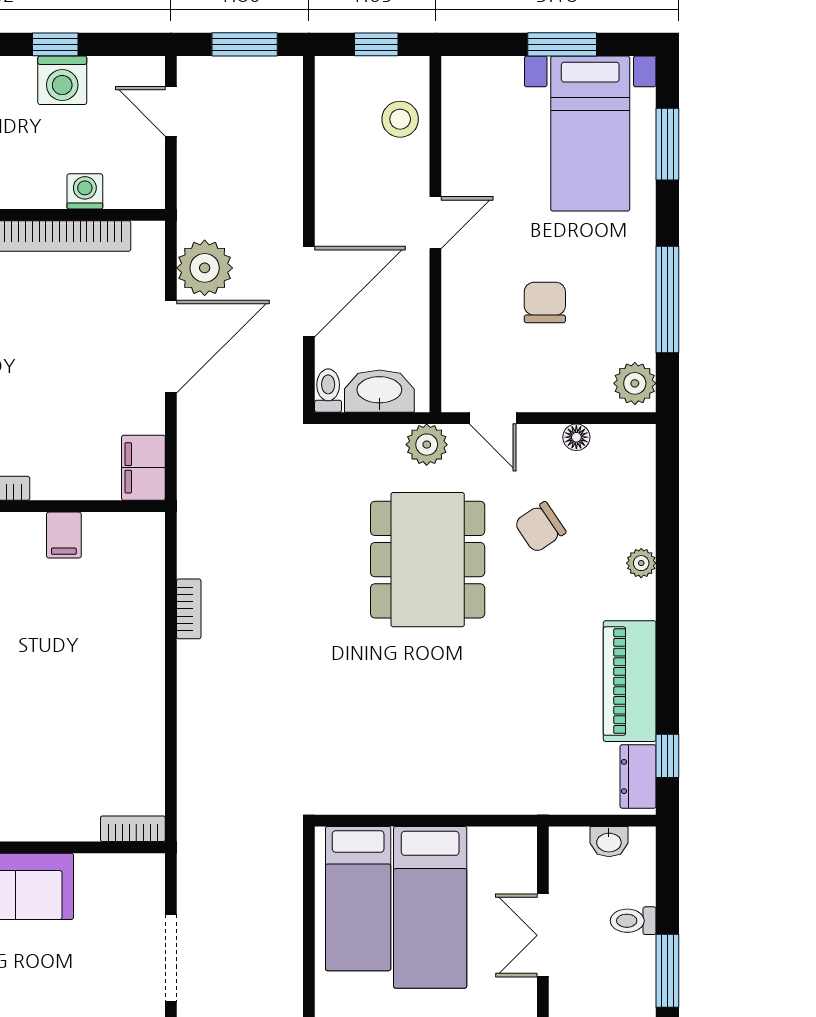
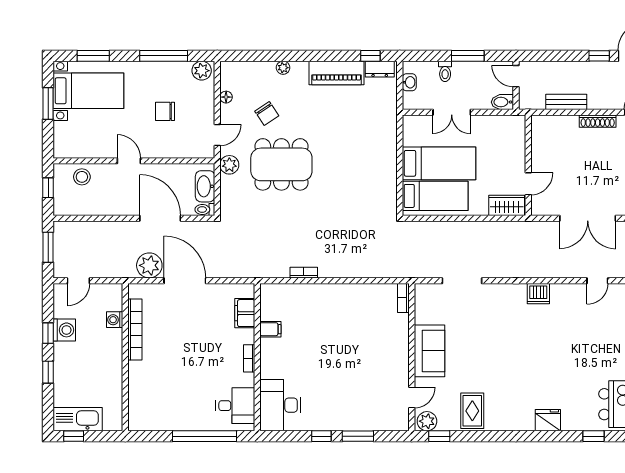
filing cabinet: (143, 468) -> (245, 313), moved, turned 90

